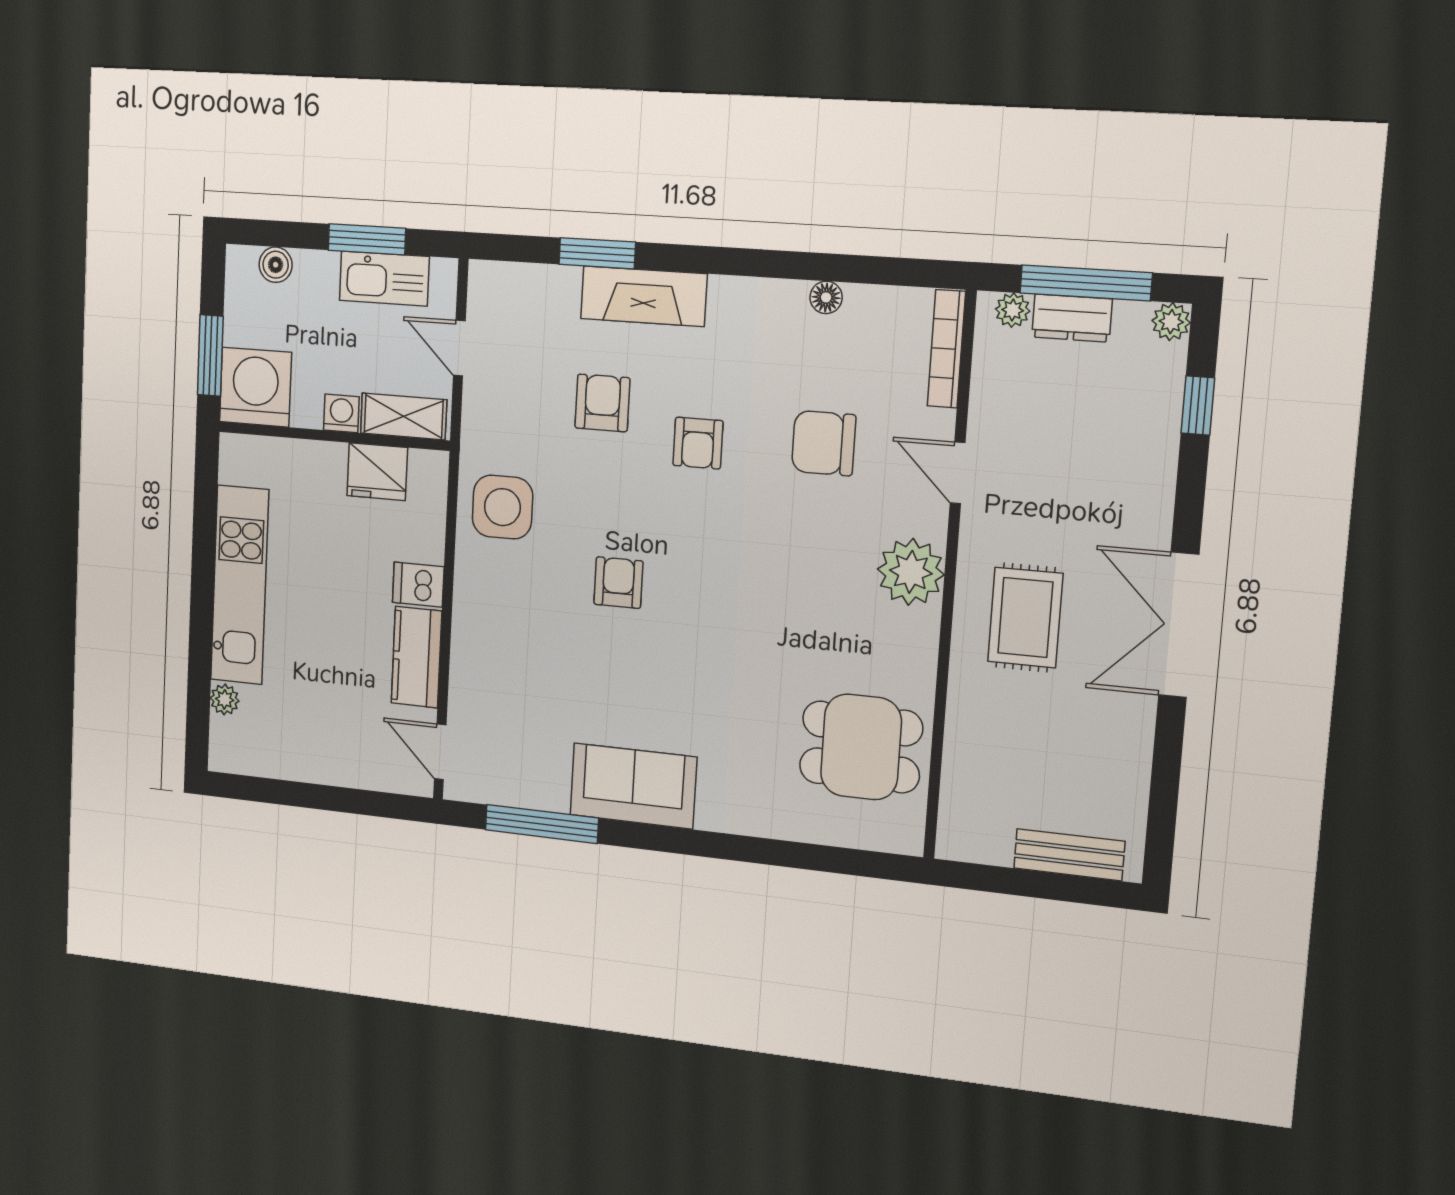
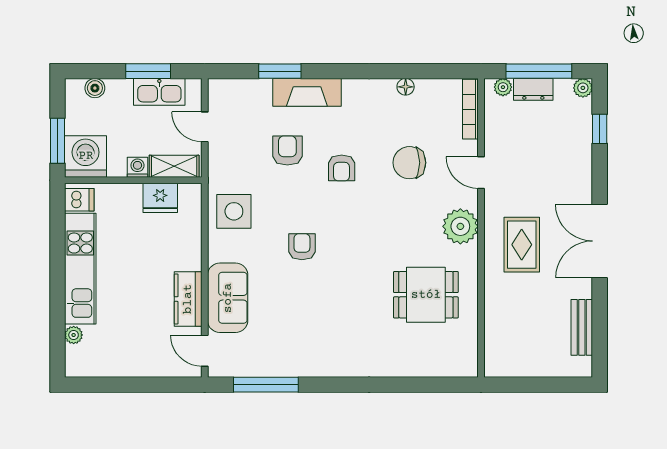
dishwasher: (418, 585) -> (79, 200), moved, turned 180
dining table: (861, 747) -> (426, 295), moved
sofa: (633, 786) -> (228, 298), moved, turned 90
bench: (1069, 855) -> (582, 327), moved, turned 90

